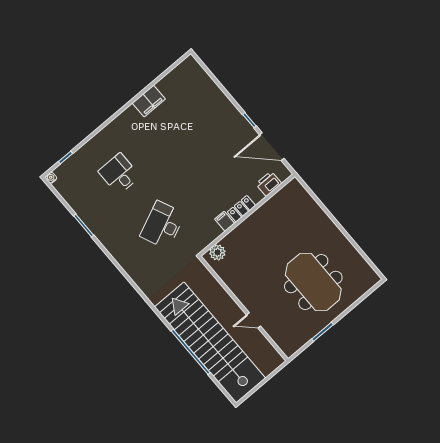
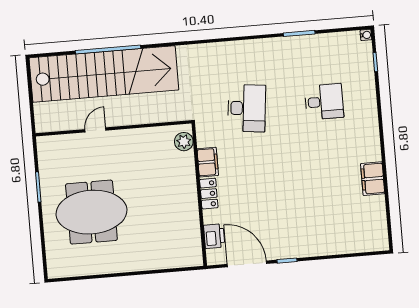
door: (272, 147) -> (247, 264), hinge flipped
filing cabinet: (225, 221) -> (208, 162), width x2.00
desk: (162, 225) -> (247, 108), turned 30

